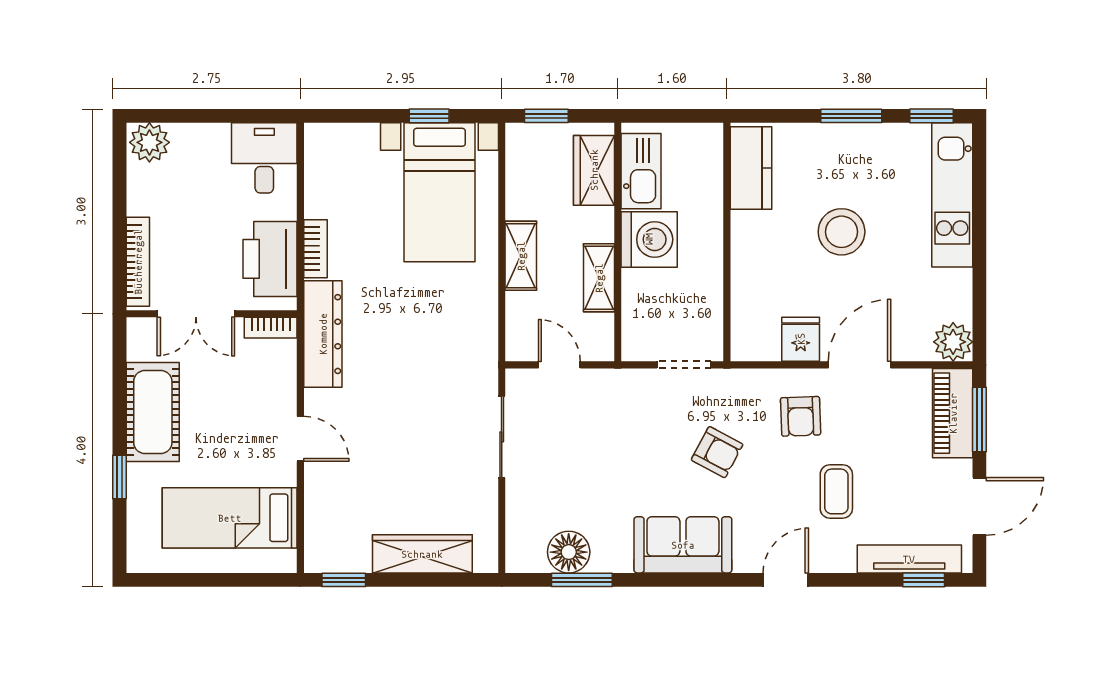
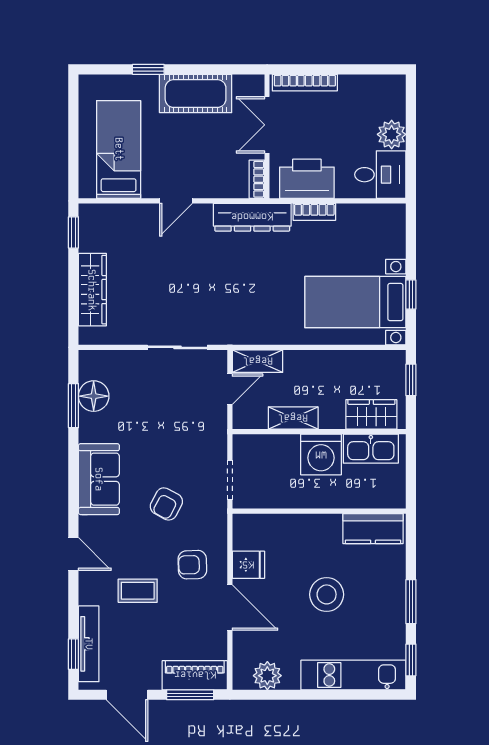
plant: (149, 142) -> (392, 134), moved
shelving: (521, 256) -> (258, 361), moved
plant: (953, 342) -> (267, 676), moved

